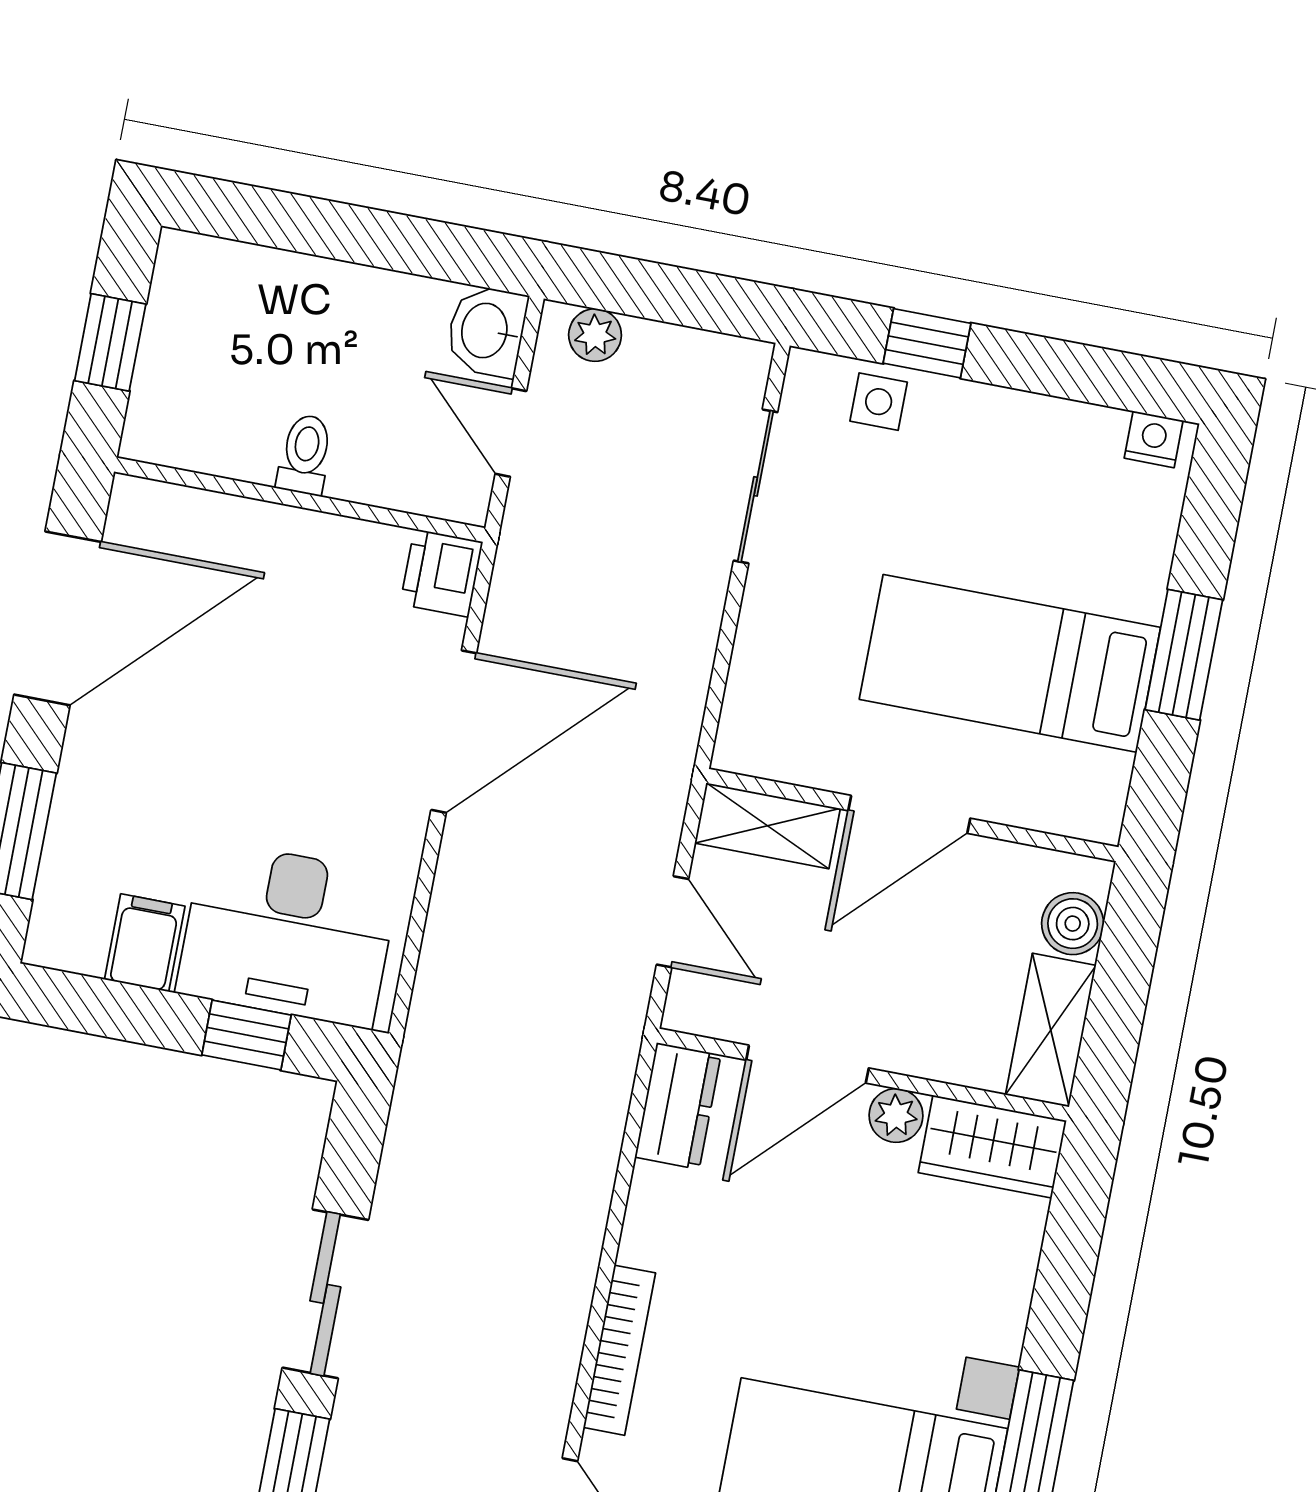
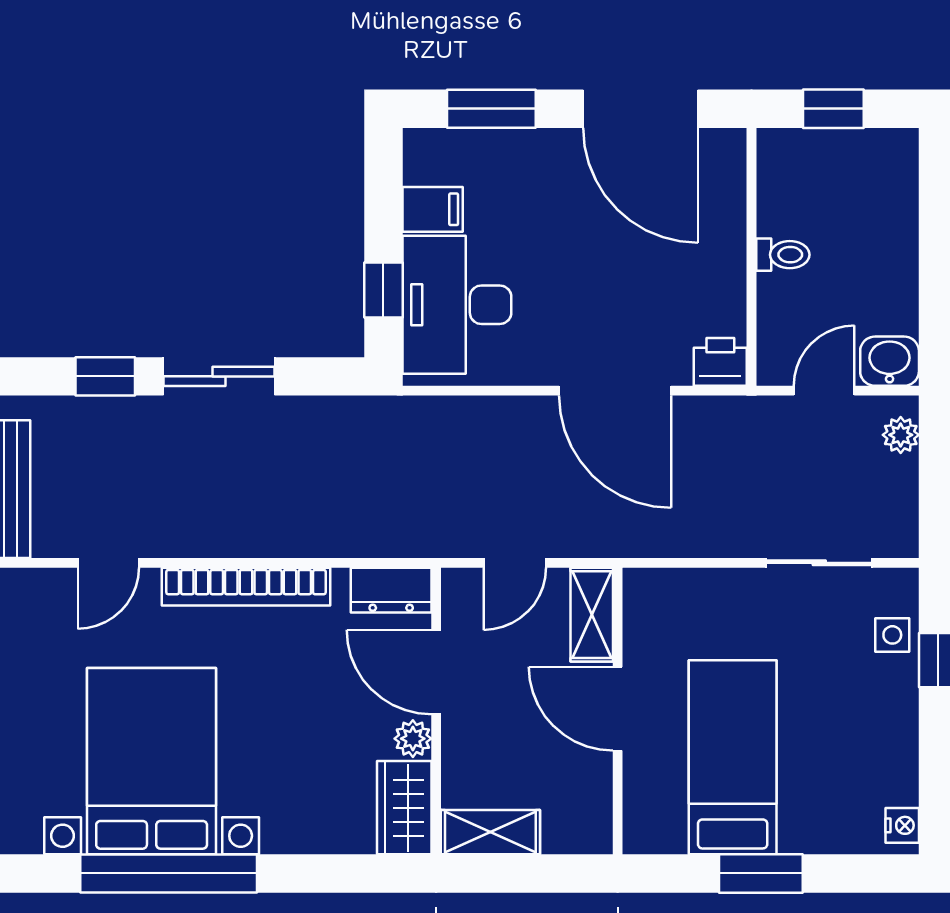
boiler: (1073, 924) -> (565, 833), removed
bookcase: (619, 1350) -> (246, 587), width x1.48, depth x1.31

